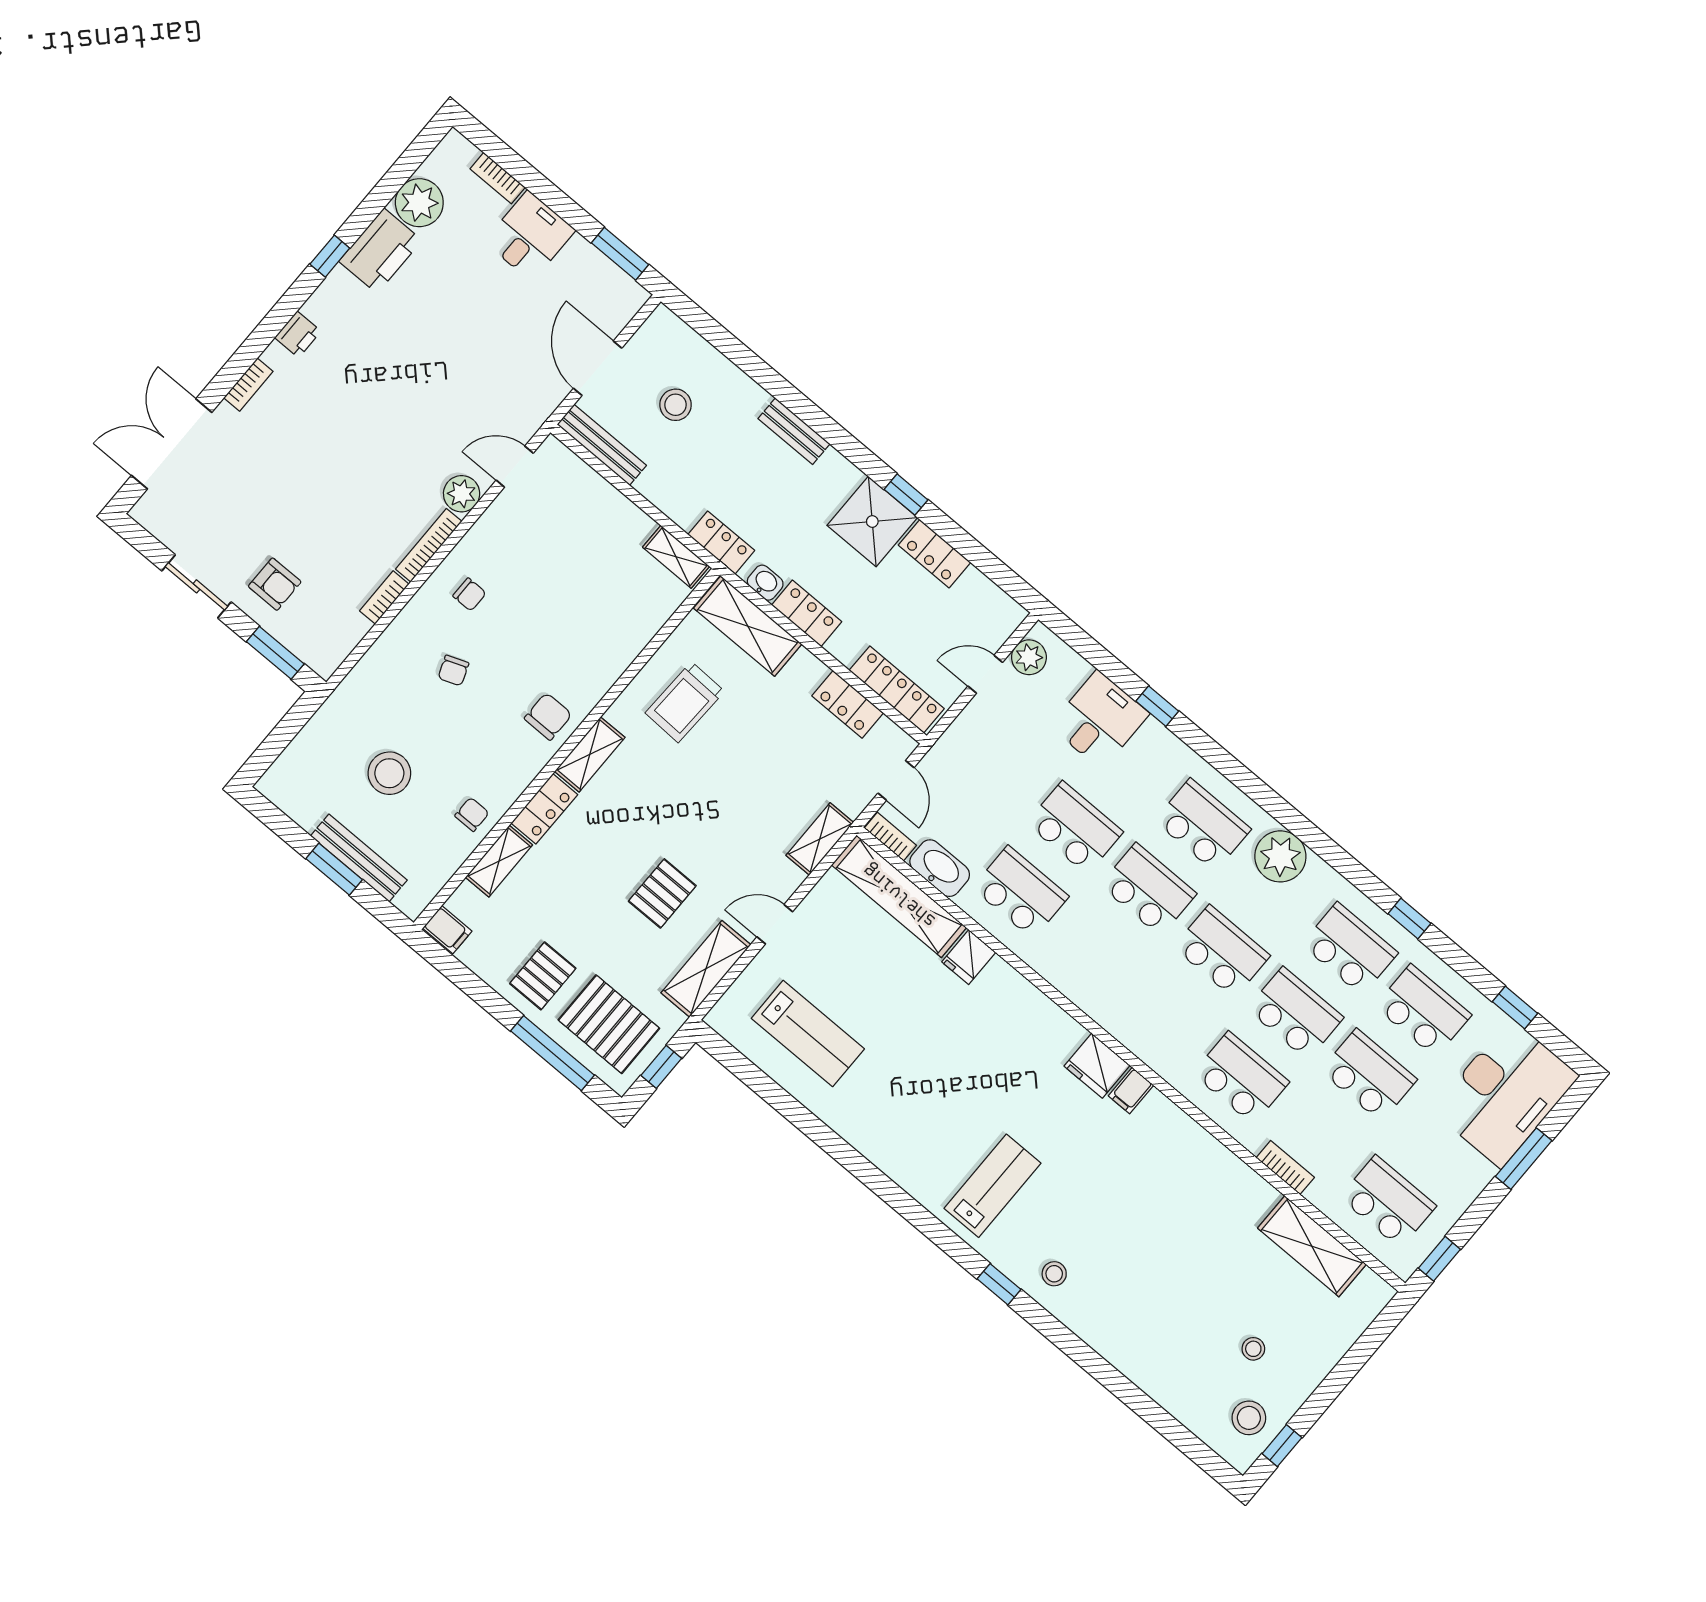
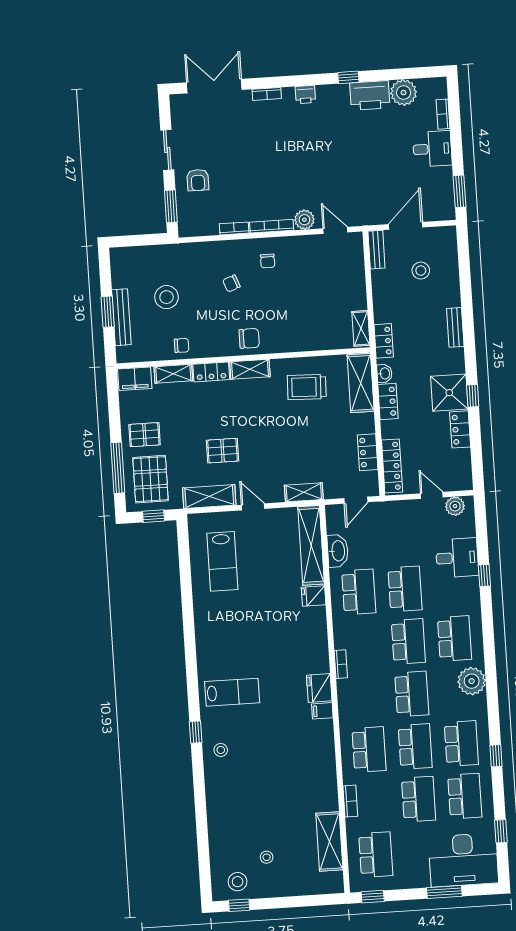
bench: (602, 445) -> (376, 250), width x0.73
bookcase: (890, 837) -> (341, 664), moved
filing cabinet: (447, 930) -> (135, 379), width x2.00

